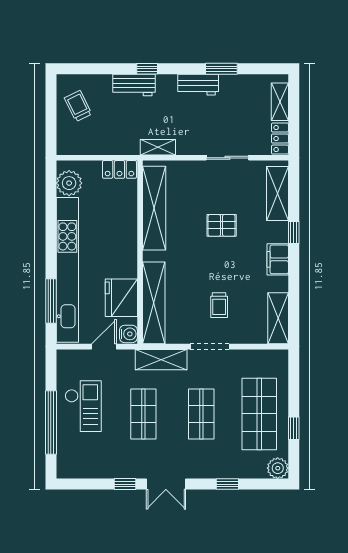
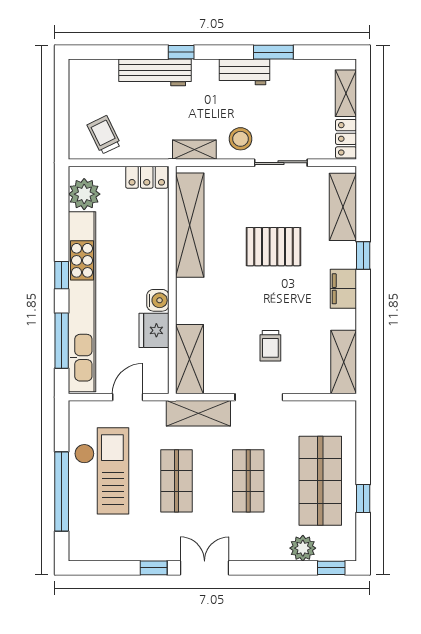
workbench: (134, 85) -> (155, 72), width x1.38
trolley: (78, 106) -> (104, 135), moved
stool: (195, 139) -> (241, 139), added
pallet: (222, 225) -> (273, 247), width x1.50, depth x1.42
window: (51, 248) -> (62, 275), added
fridge: (121, 298) -> (154, 330), width x0.73, depth x0.75
shelving: (154, 303) -> (189, 359), width x0.68
water cooler: (128, 334) -> (158, 300), moved
checkout: (83, 406) -> (102, 471), width x1.36, depth x1.21
plant: (278, 468) -> (303, 548), moved
double door: (166, 484) -> (205, 568), swing flipped
window: (227, 484) -> (331, 568), moved

